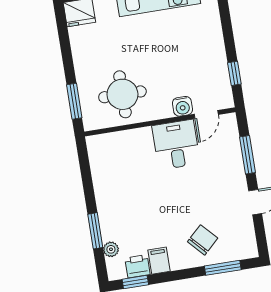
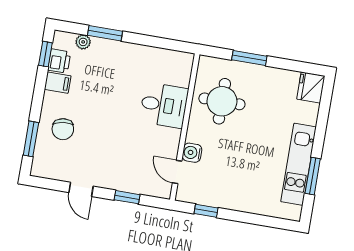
window: (74, 101) -> (249, 58), moved
desk: (176, 145) -> (164, 105), moved
window: (247, 155) -> (127, 197), width x0.67
chair: (203, 240) -> (63, 129), turned 35

